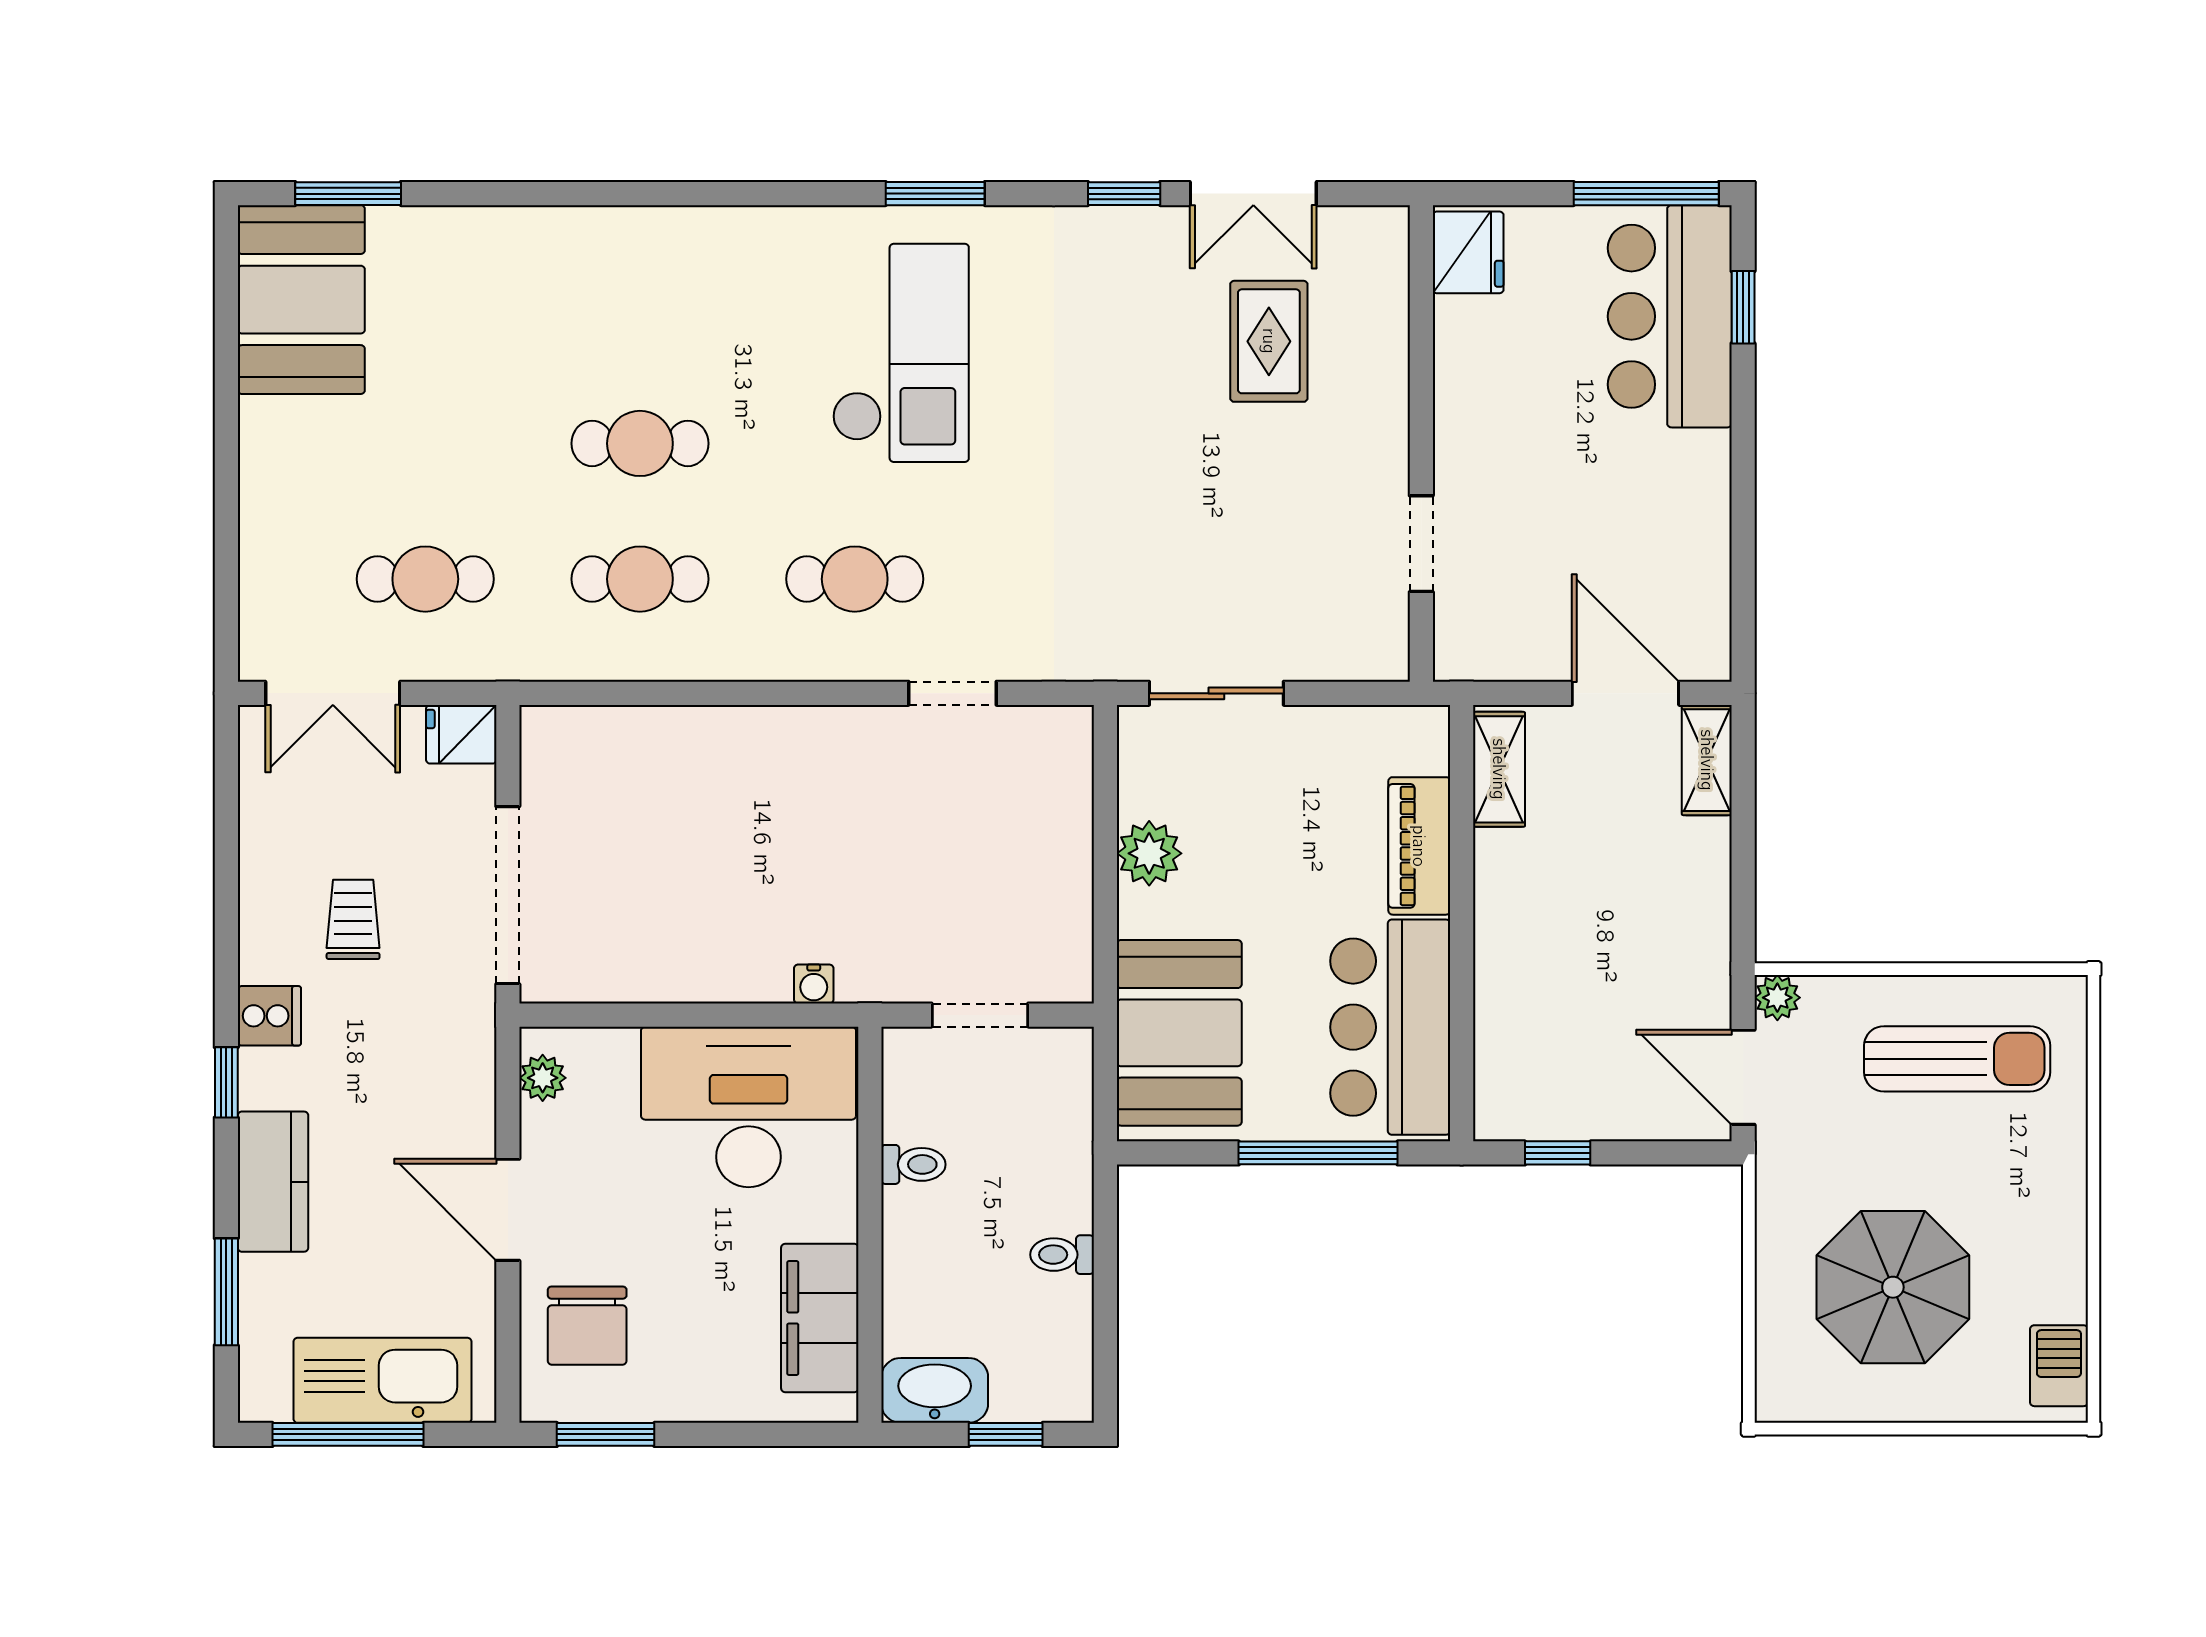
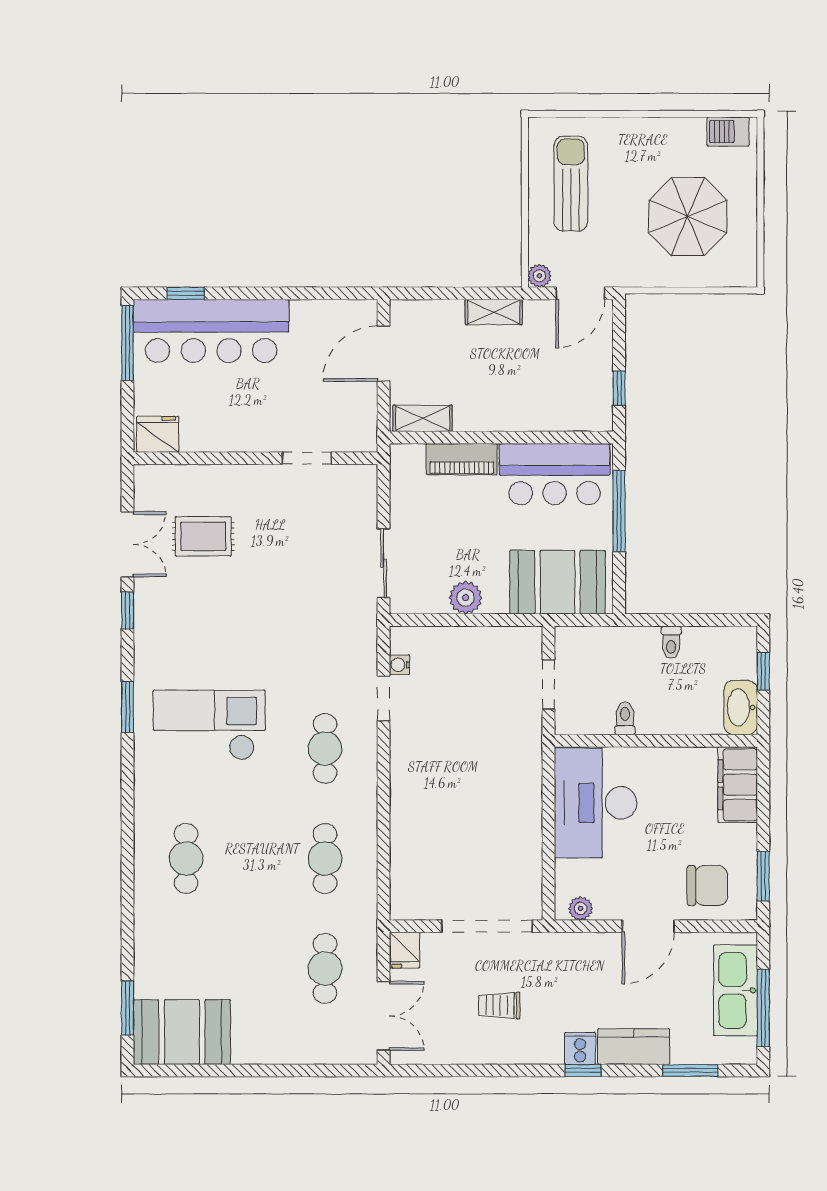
bar counter: (1670, 316) -> (211, 331), width x1.36
cafe table: (640, 443) -> (186, 858), moved
shelving: (1707, 760) -> (494, 312), moved
water cooler: (814, 984) -> (400, 665), moved, turned 180
cooker: (269, 1016) -> (580, 1048), moved
filing cabinet: (820, 1318) -> (738, 785), moved, turned 90

